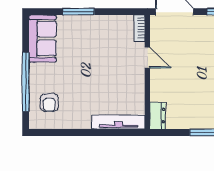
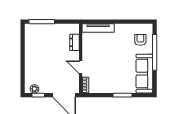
sofa: (43, 39) -> (144, 74), width x1.36
dresser: (157, 116) -> (74, 42), moved

